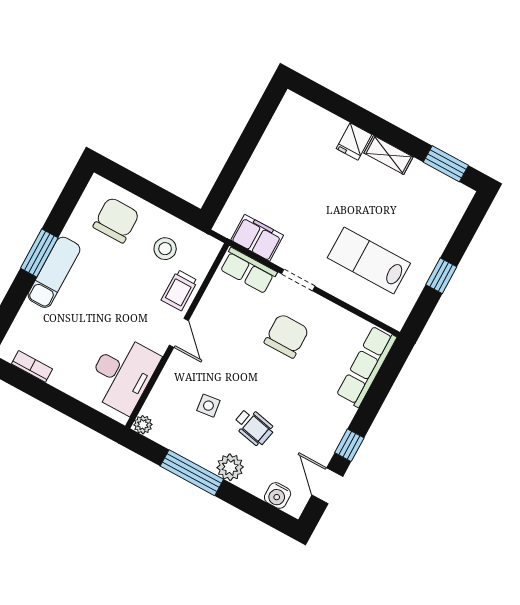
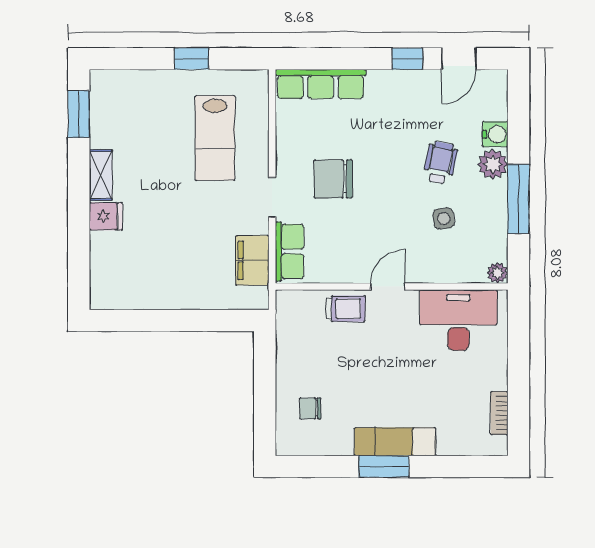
chair: (116, 220) -> (310, 408), width x0.54, depth x0.54
stool: (165, 249) -> (312, 345), removed
water cooler: (278, 496) -> (495, 134), moved

